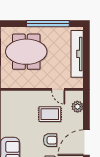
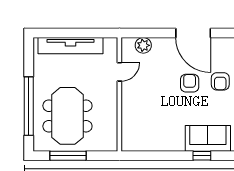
window: (48, 24) -> (29, 106), moved
rug: (50, 114) -> (154, 84), removed

